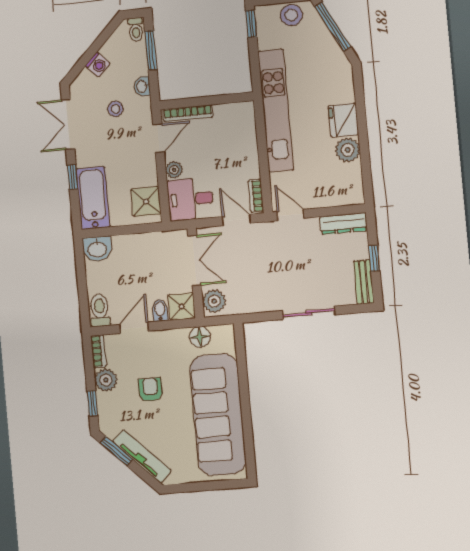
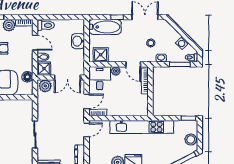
washing machine: (98, 65) -> (182, 43), moved
washbasin: (97, 249) -> (78, 41), moved

